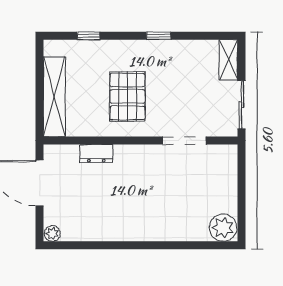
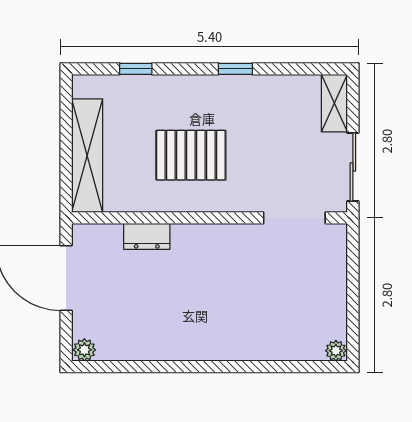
pallet: (127, 96) -> (191, 155), turned 90
doorway: (184, 141) -> (294, 218), moved
plant: (223, 228) -> (336, 351), width x0.53, depth x0.53

